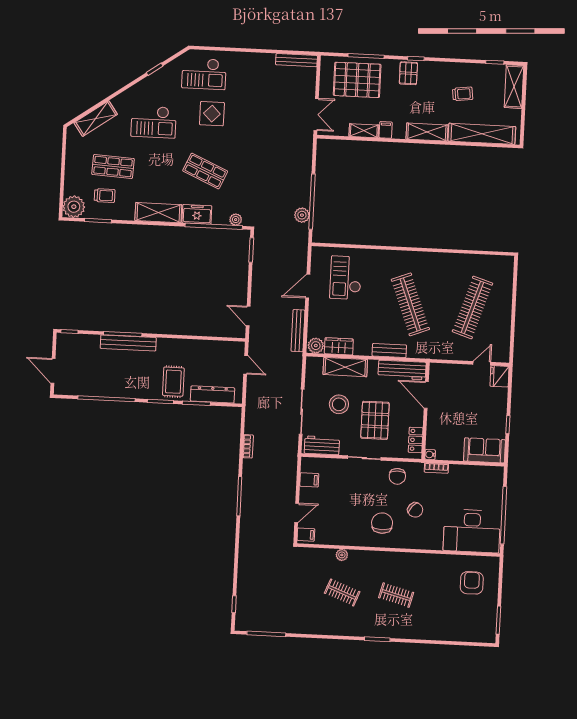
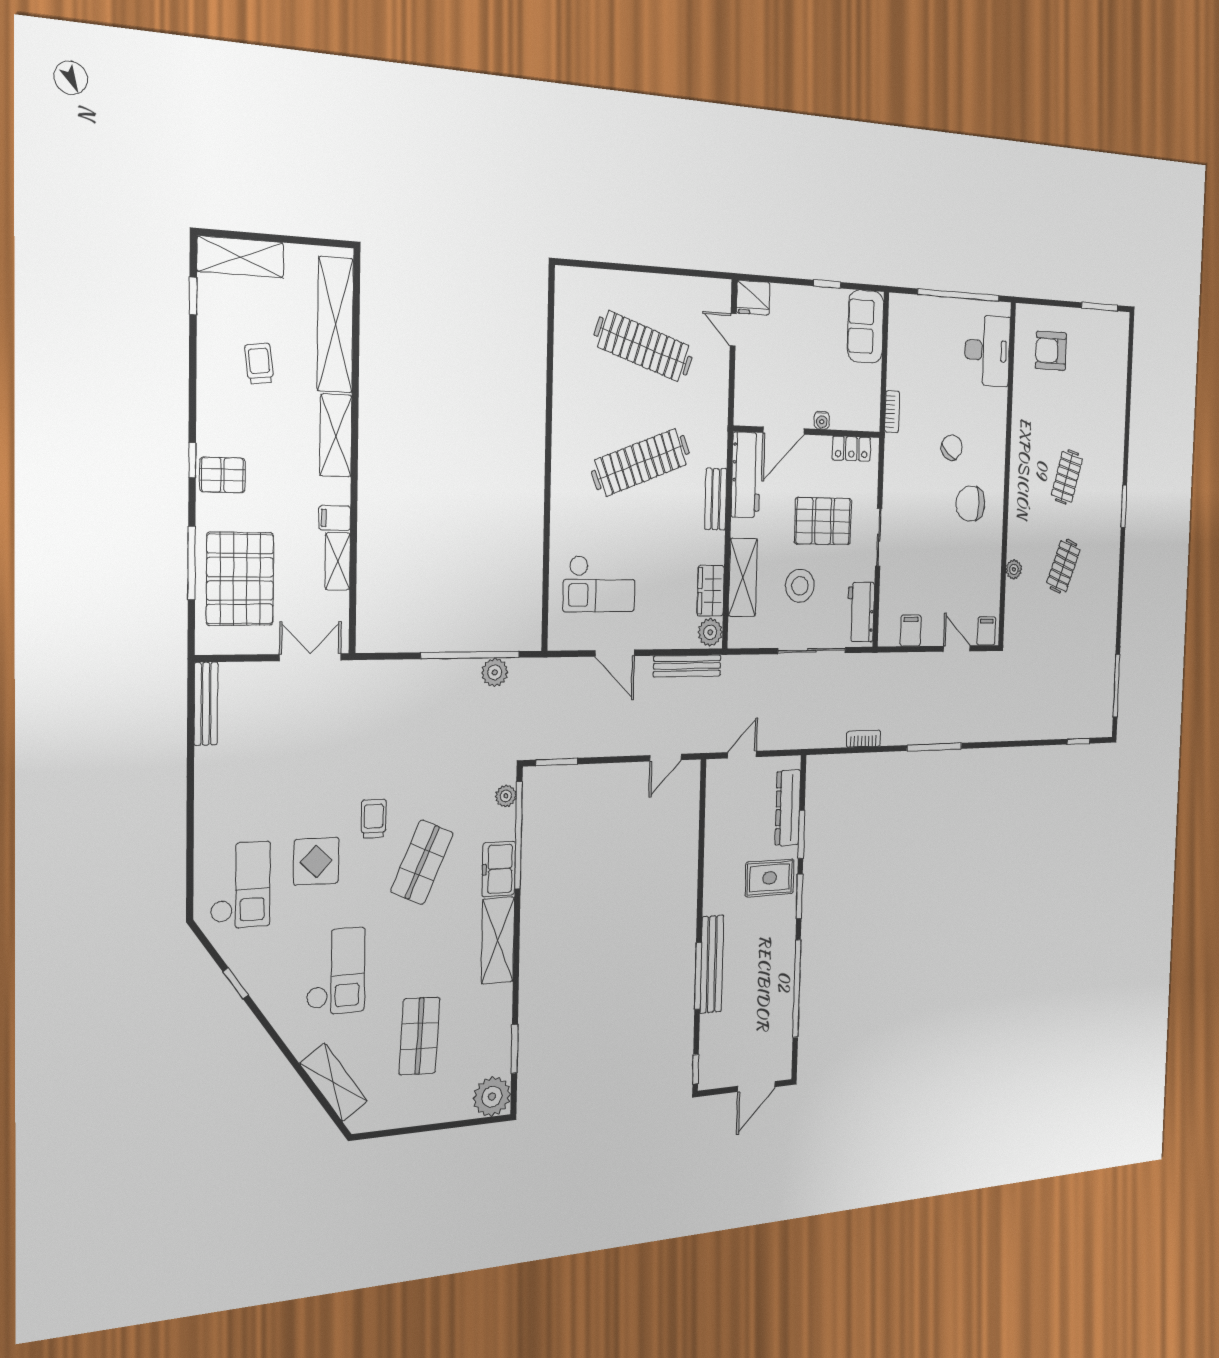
trolley: (105, 196) -> (374, 819), moved
water cooler: (430, 455) -> (822, 420), moved
chair: (397, 476) -> (904, 479), removed
desk: (472, 531) -> (987, 351), width x0.73, depth x0.77

